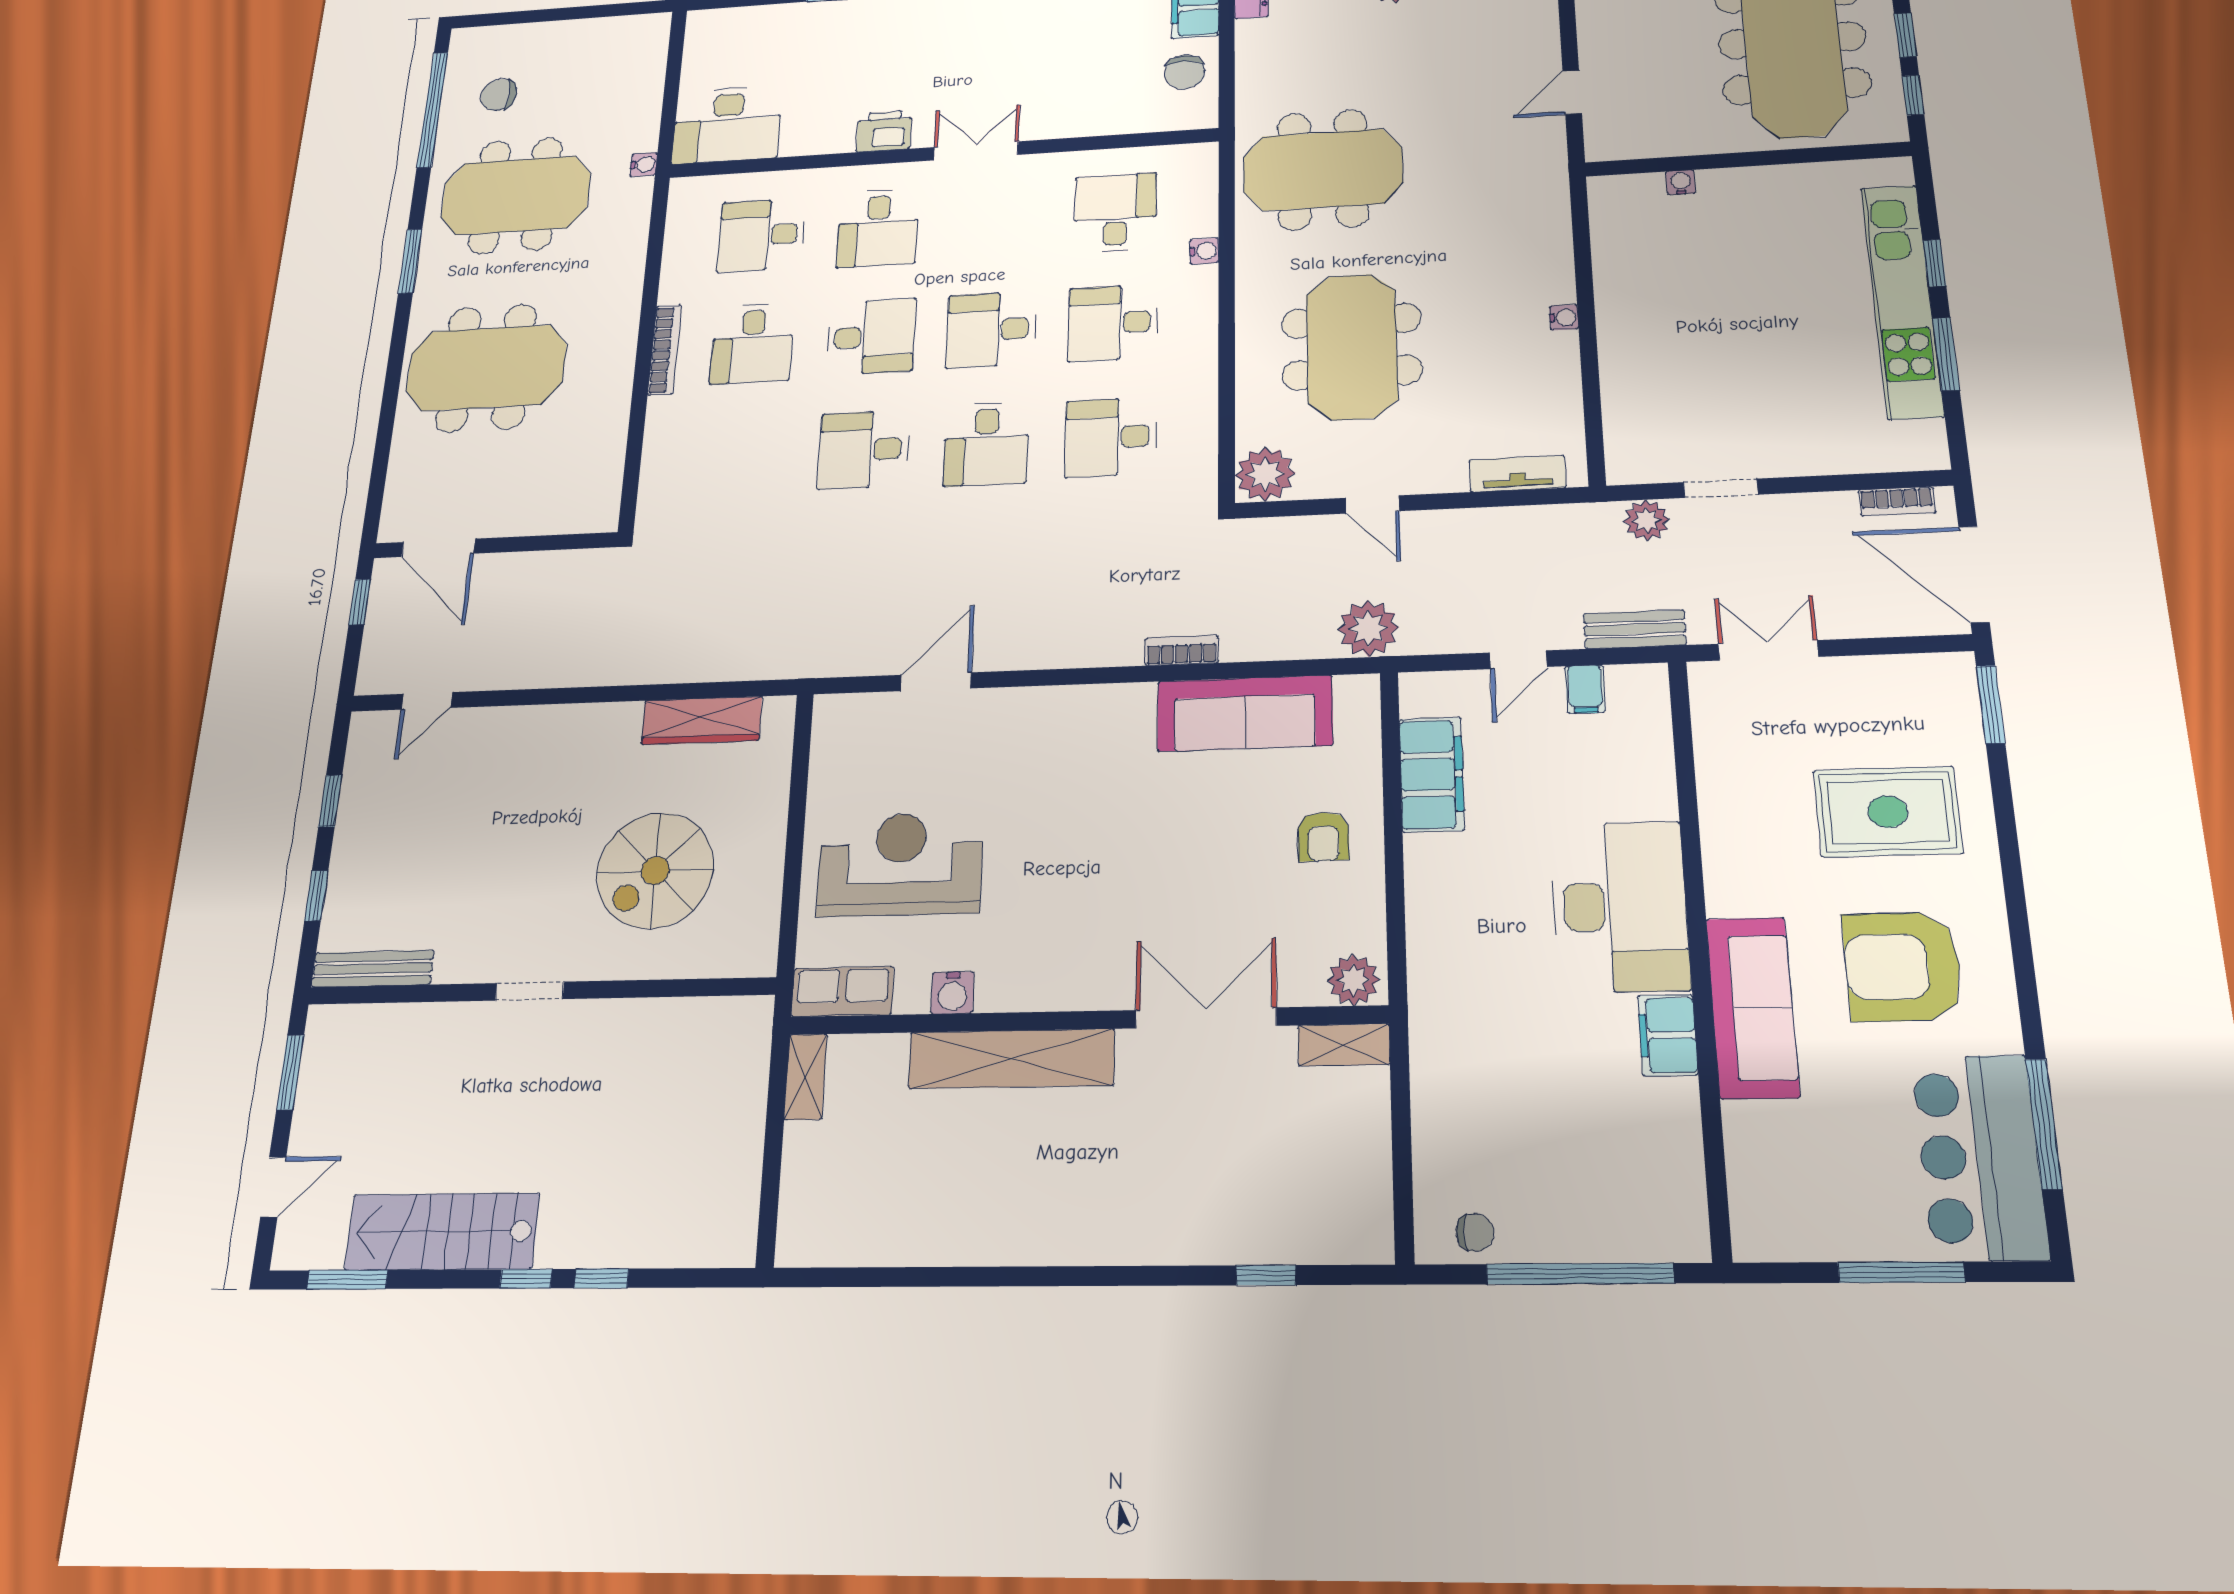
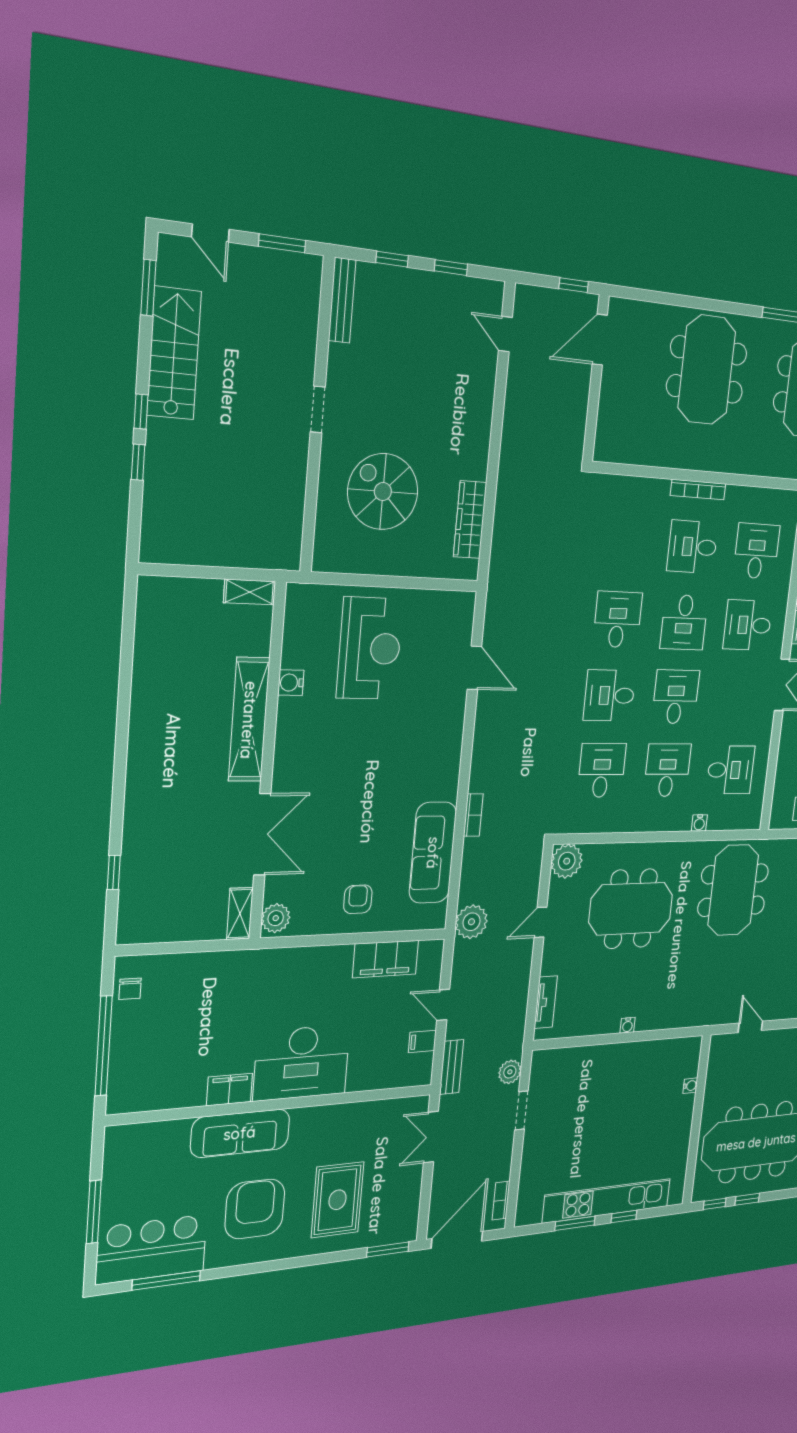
double door: (1768, 650) -> (431, 1137), swing flipped
armchair: (1323, 837) -> (358, 899), turned 91
row of seats: (842, 992) -> (298, 614), removed

